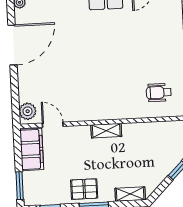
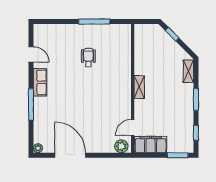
wheelchair: (159, 93) -> (88, 57), moved, turned 180
pallet: (84, 189) -> (183, 106), removed

